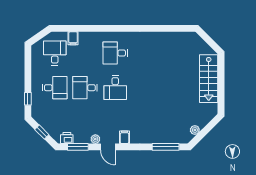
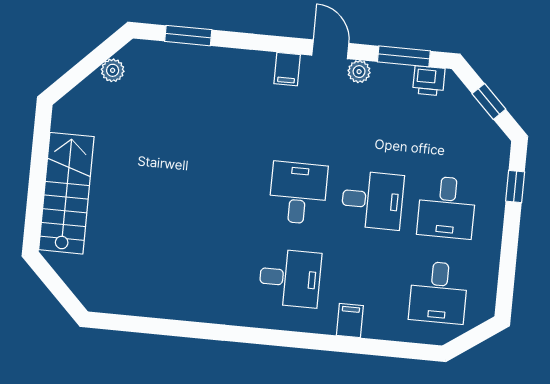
filing cabinet: (73, 38) -> (350, 320), moved
desk: (55, 88) -> (447, 207), turned -90
window: (166, 147) -> (188, 36), width x0.69

